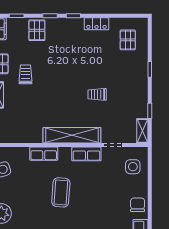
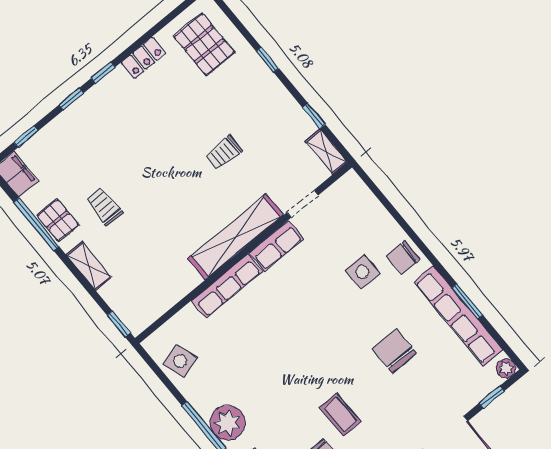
pallet: (37, 30) -> (70, 133), removed
pallet: (128, 40) -> (204, 44), width x1.50, depth x1.42
row of seats: (44, 154) -> (227, 286), width x1.48
side table: (133, 167) -> (362, 272), moved
coffee table: (61, 192) -> (285, 327), removed
chair: (138, 205) -> (403, 258), turned -90

